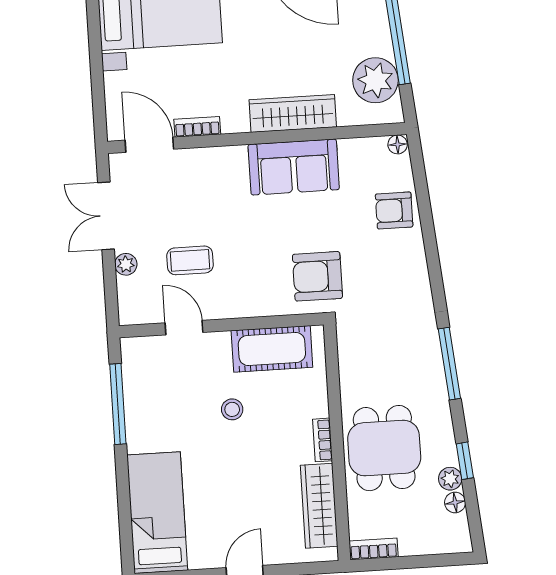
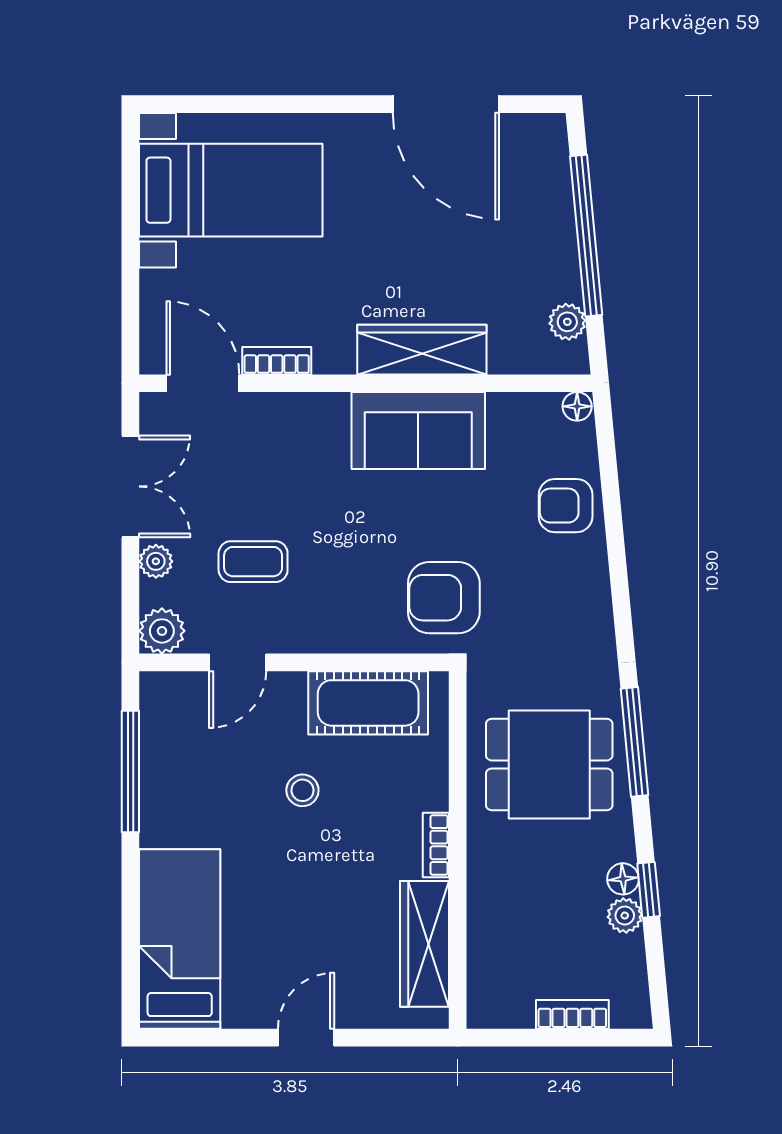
plant: (375, 80) -> (567, 322), width x0.53, depth x0.53
double door: (106, 216) -> (130, 486), swing flipped
plant: (133, 310) -> (162, 631), added
door: (184, 328) -> (238, 662), swing flipped
dining table: (384, 448) -> (549, 764), moved, turned 90
floor lamp: (455, 502) -> (623, 879), moved
bookcase: (374, 549) -> (572, 1014), moved

